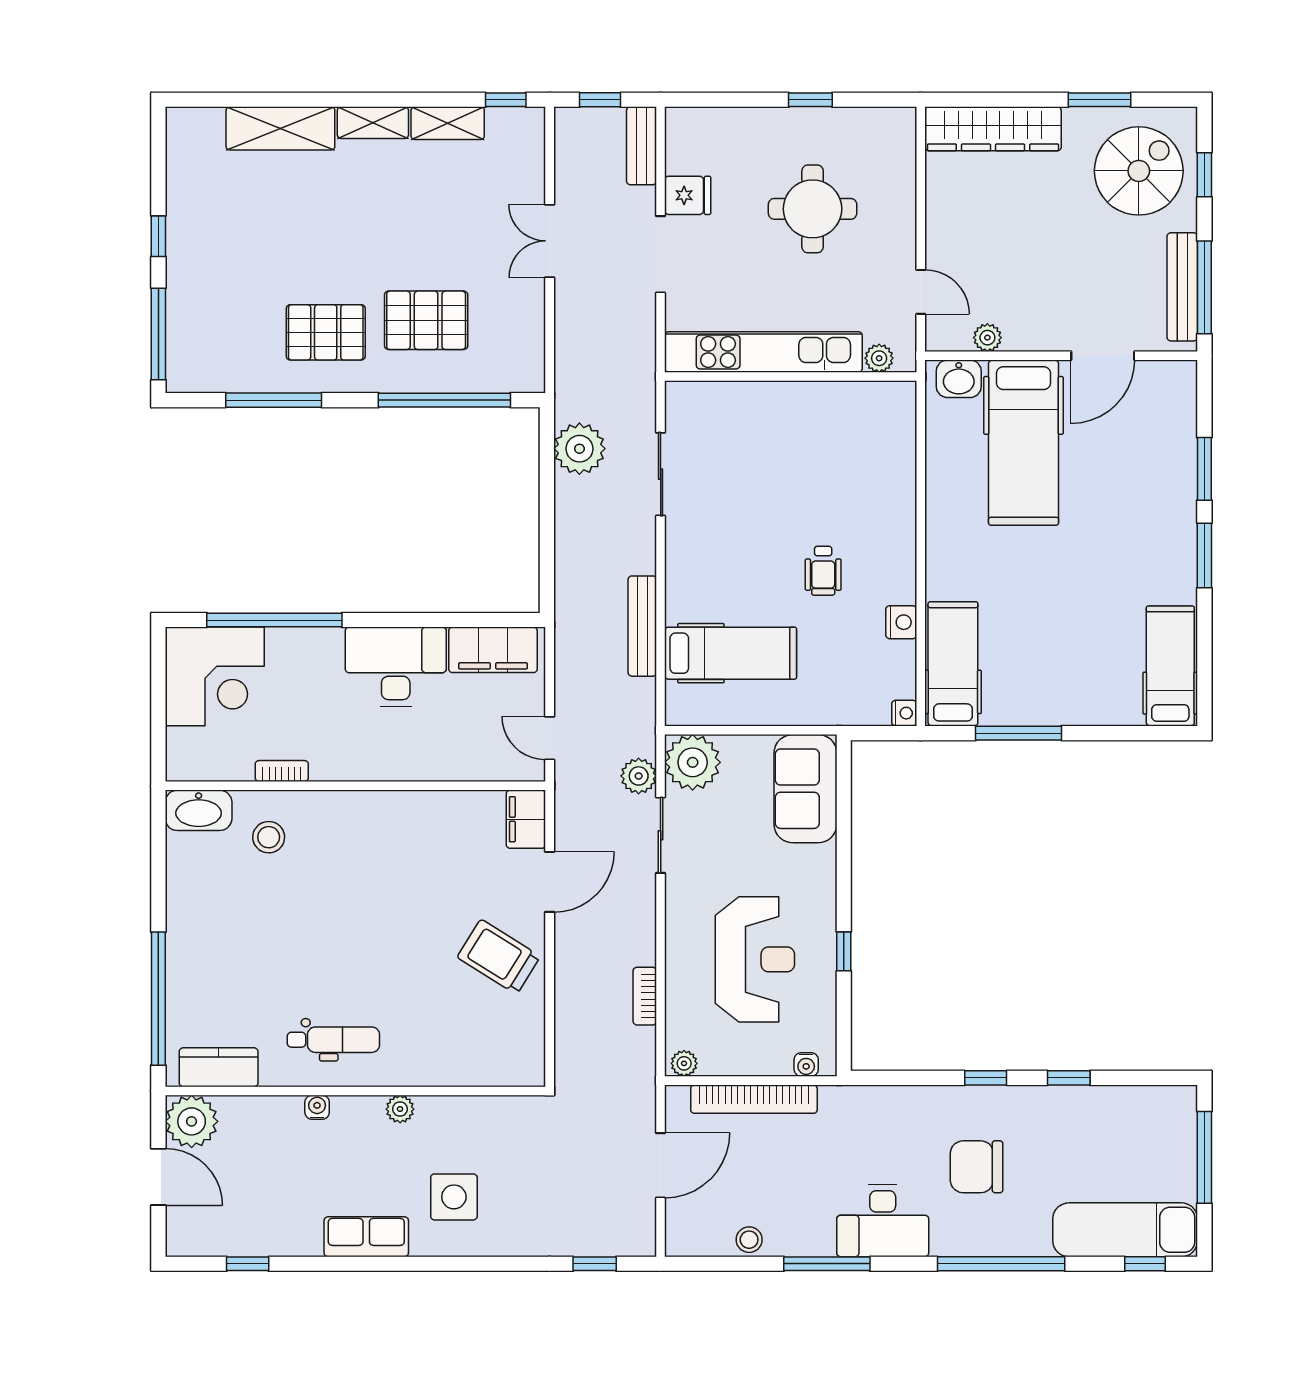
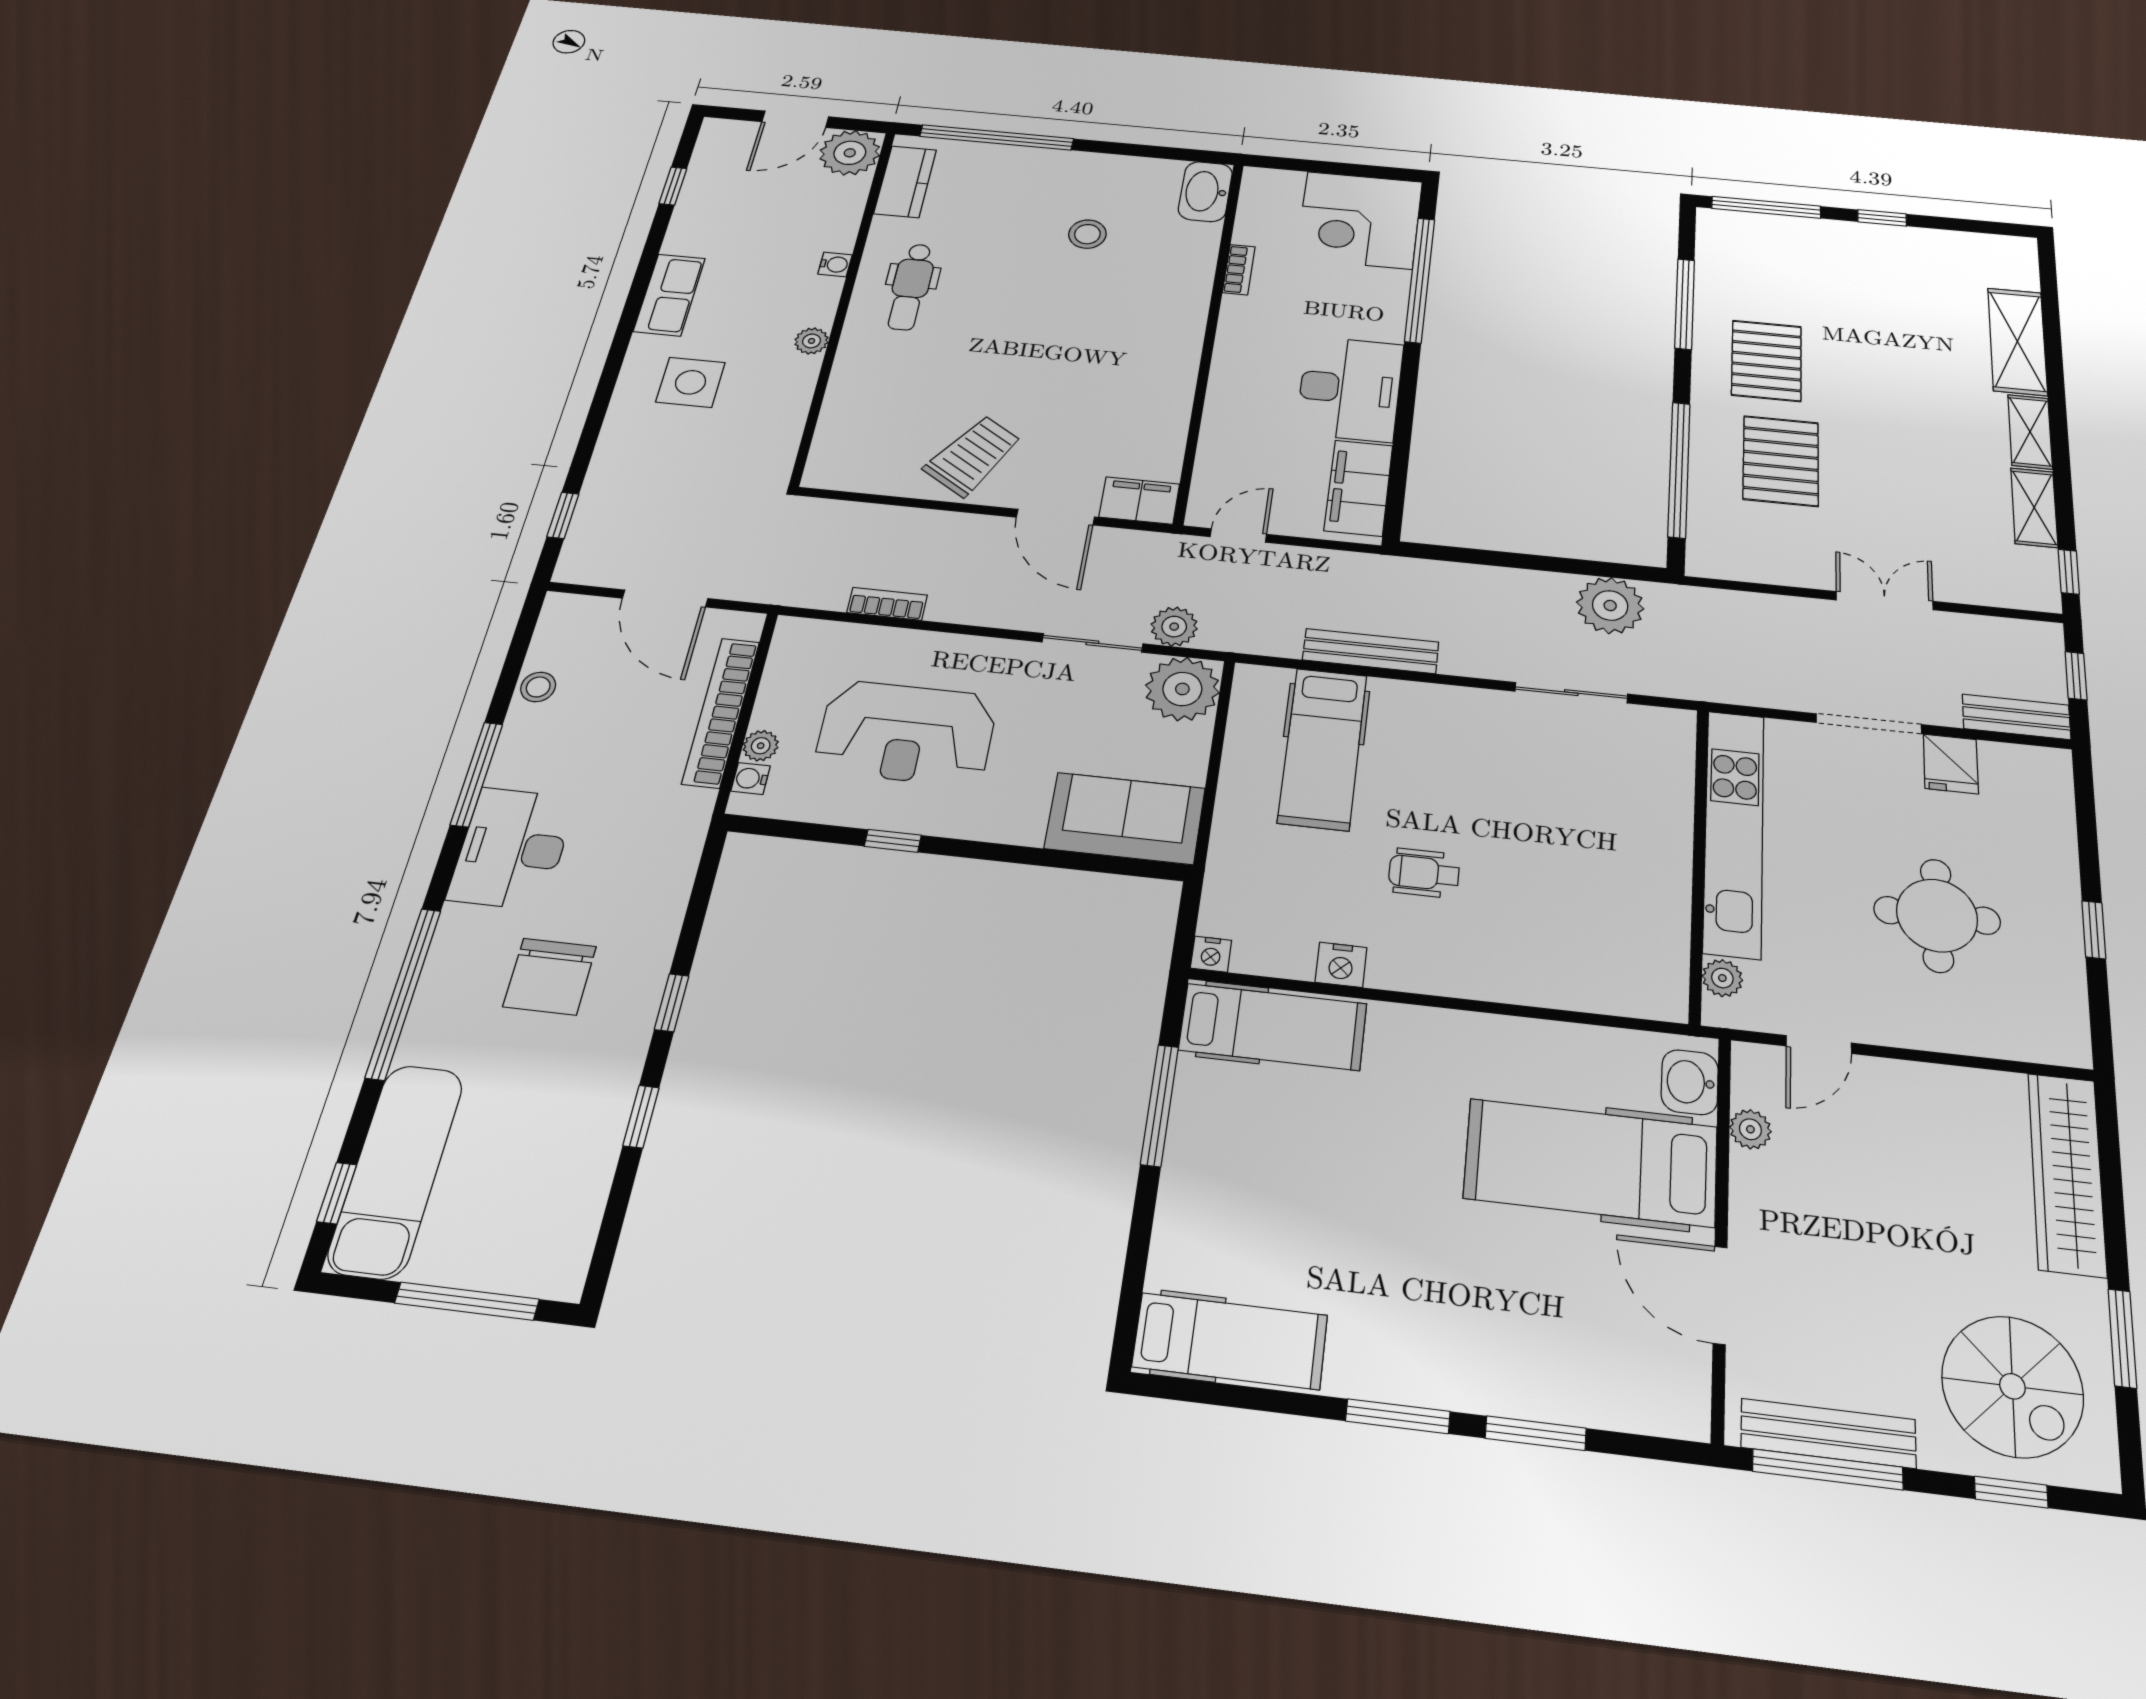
stool: (269, 837) -> (1087, 234), moved
plant: (684, 1063) -> (761, 746), moved
chair: (977, 1167) -> (550, 976), turned 180

